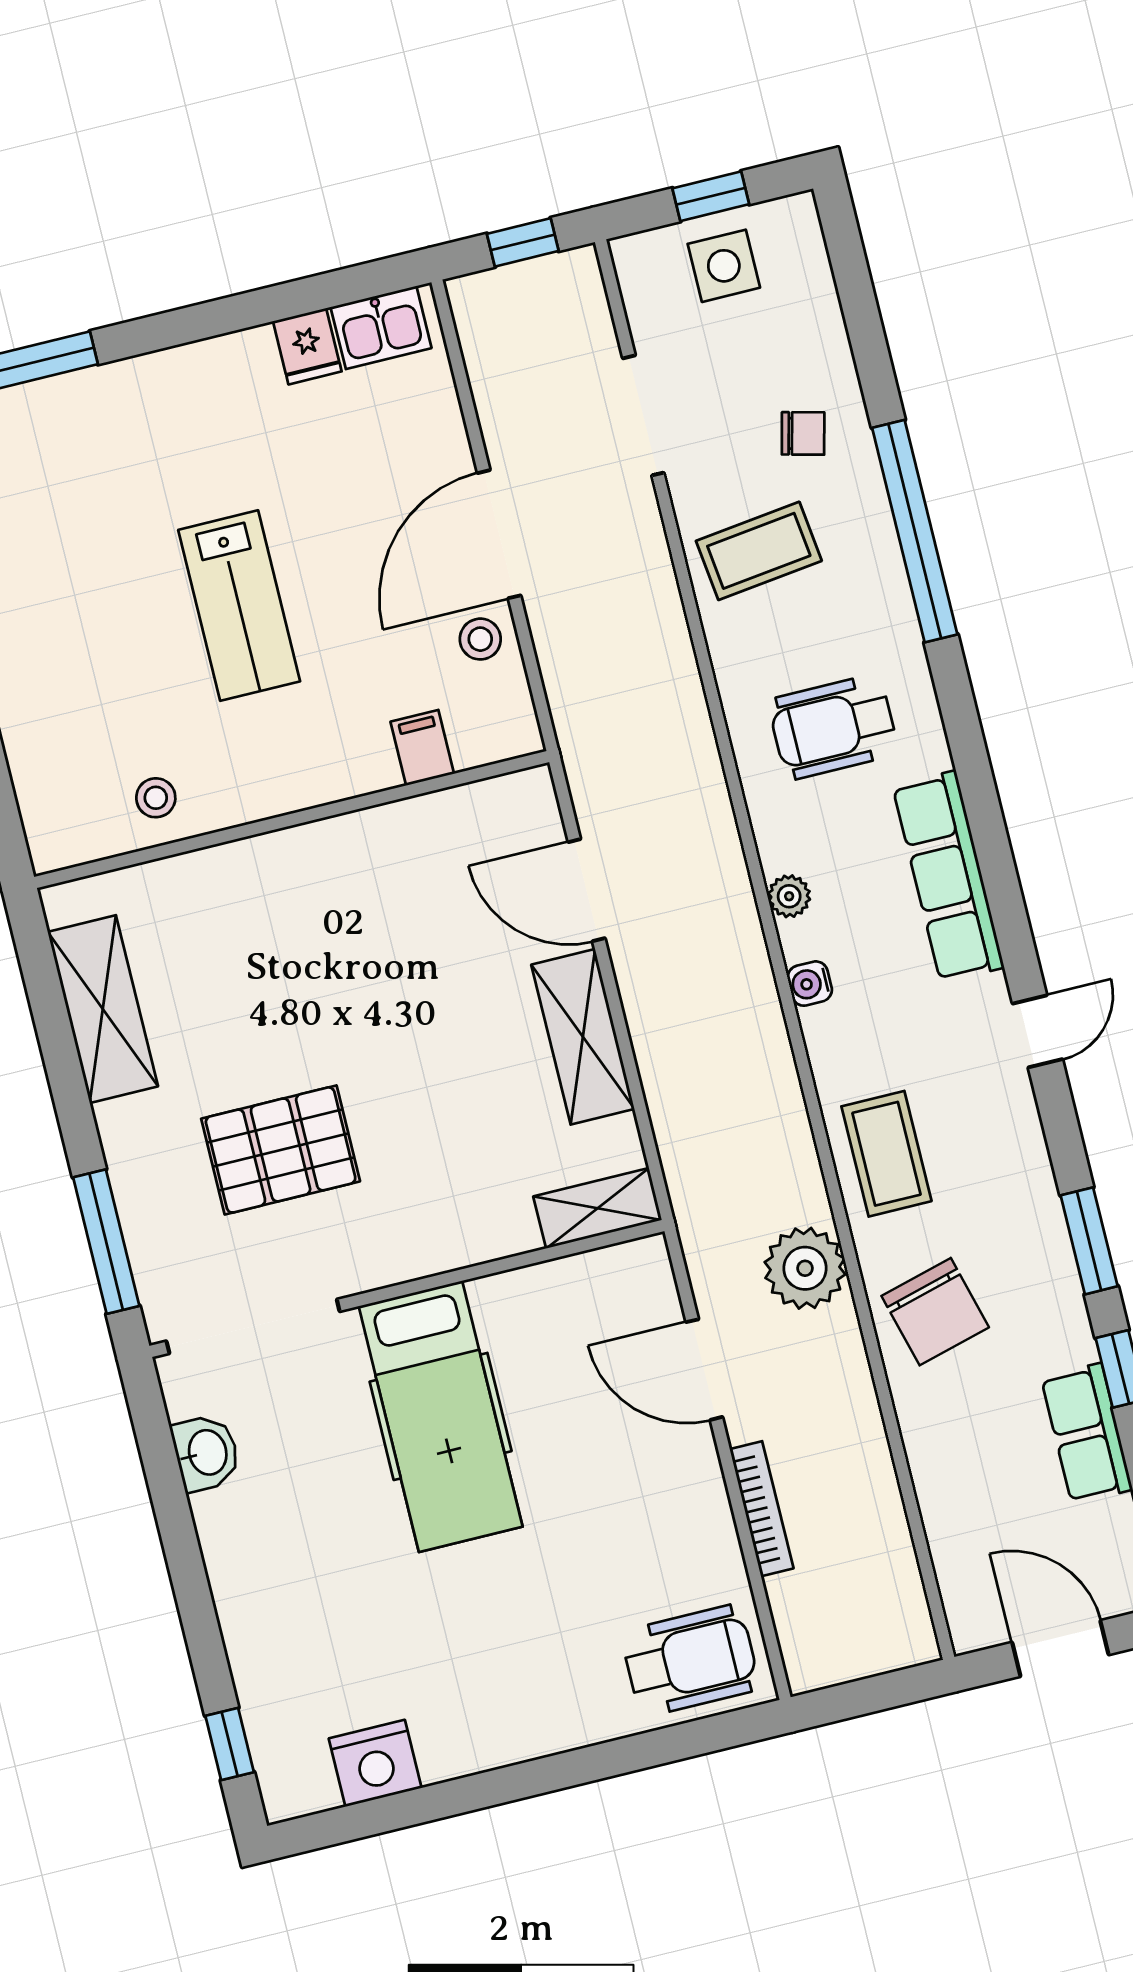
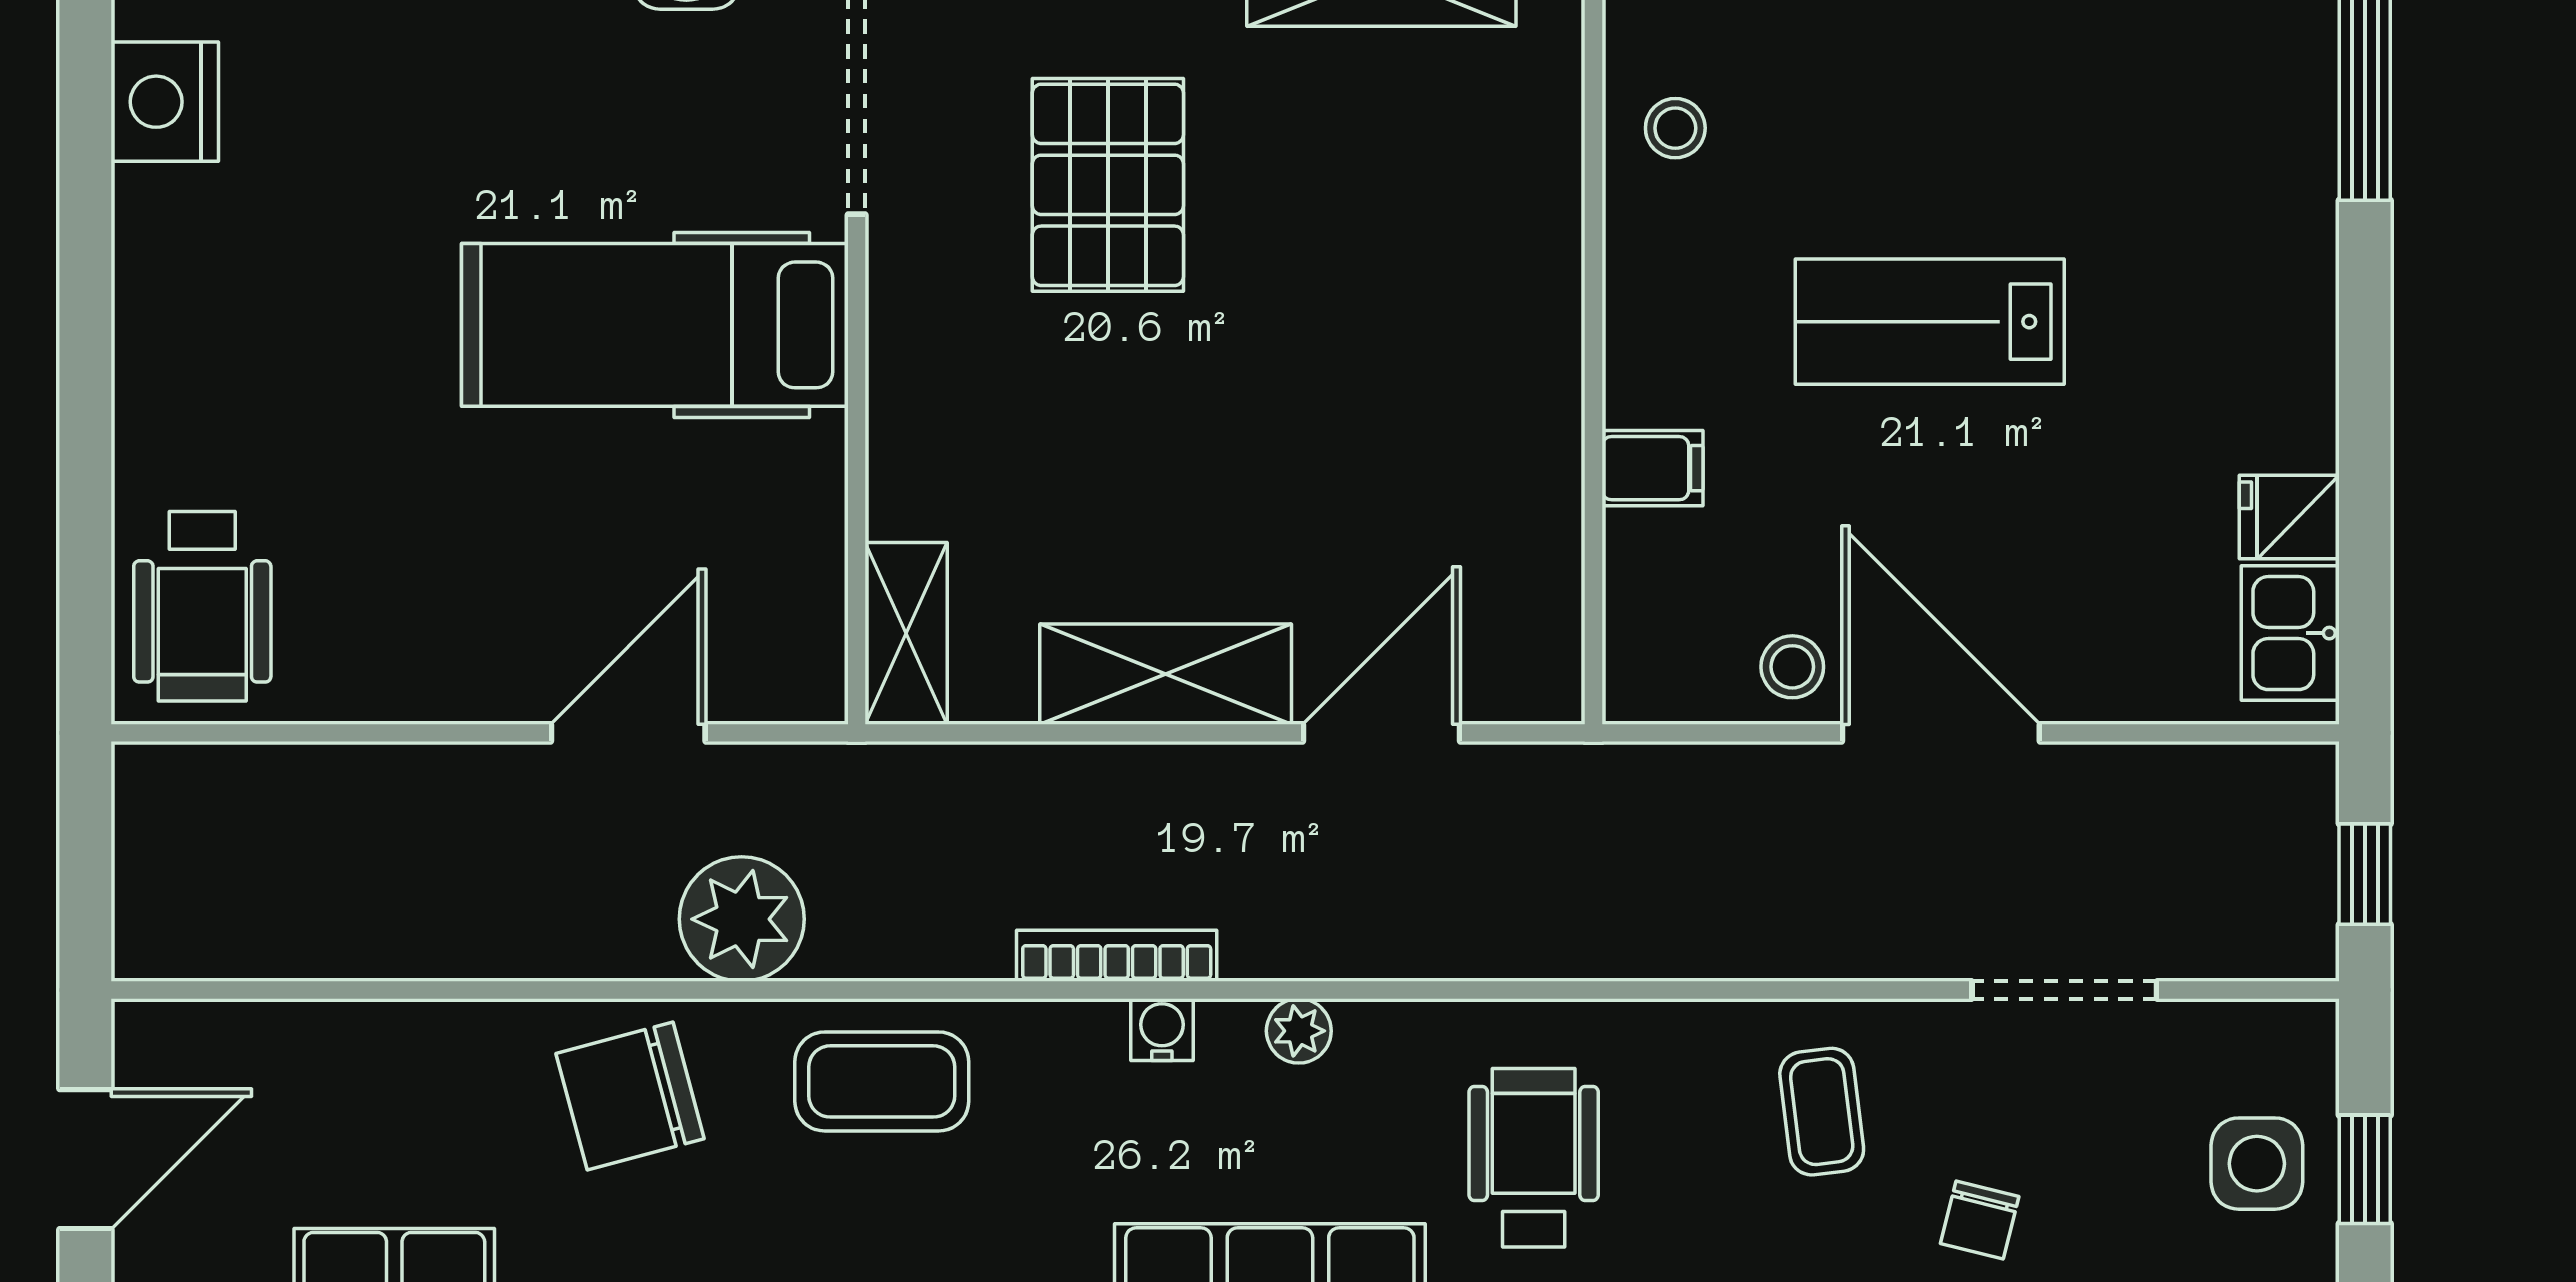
coffee table: (759, 551) -> (1822, 1112), width x0.73, depth x0.77
filing cabinet: (422, 748) -> (1652, 468), moved
bookcase: (762, 1509) -> (1117, 956), moved, turned 180

